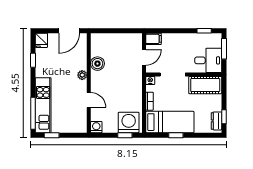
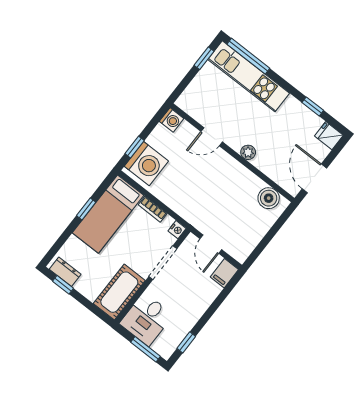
boiler: (97, 64) -> (269, 198), moved

